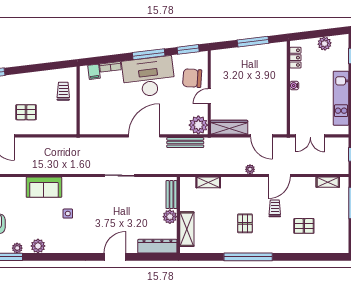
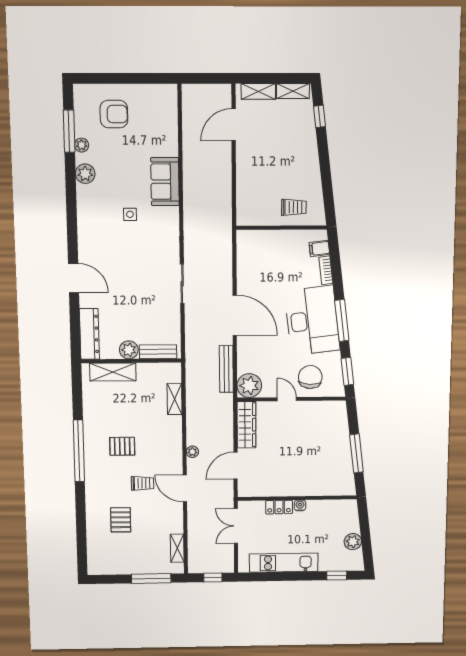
locker: (295, 58) -> (279, 507), moved
pallet: (26, 112) -> (266, 157), removed

